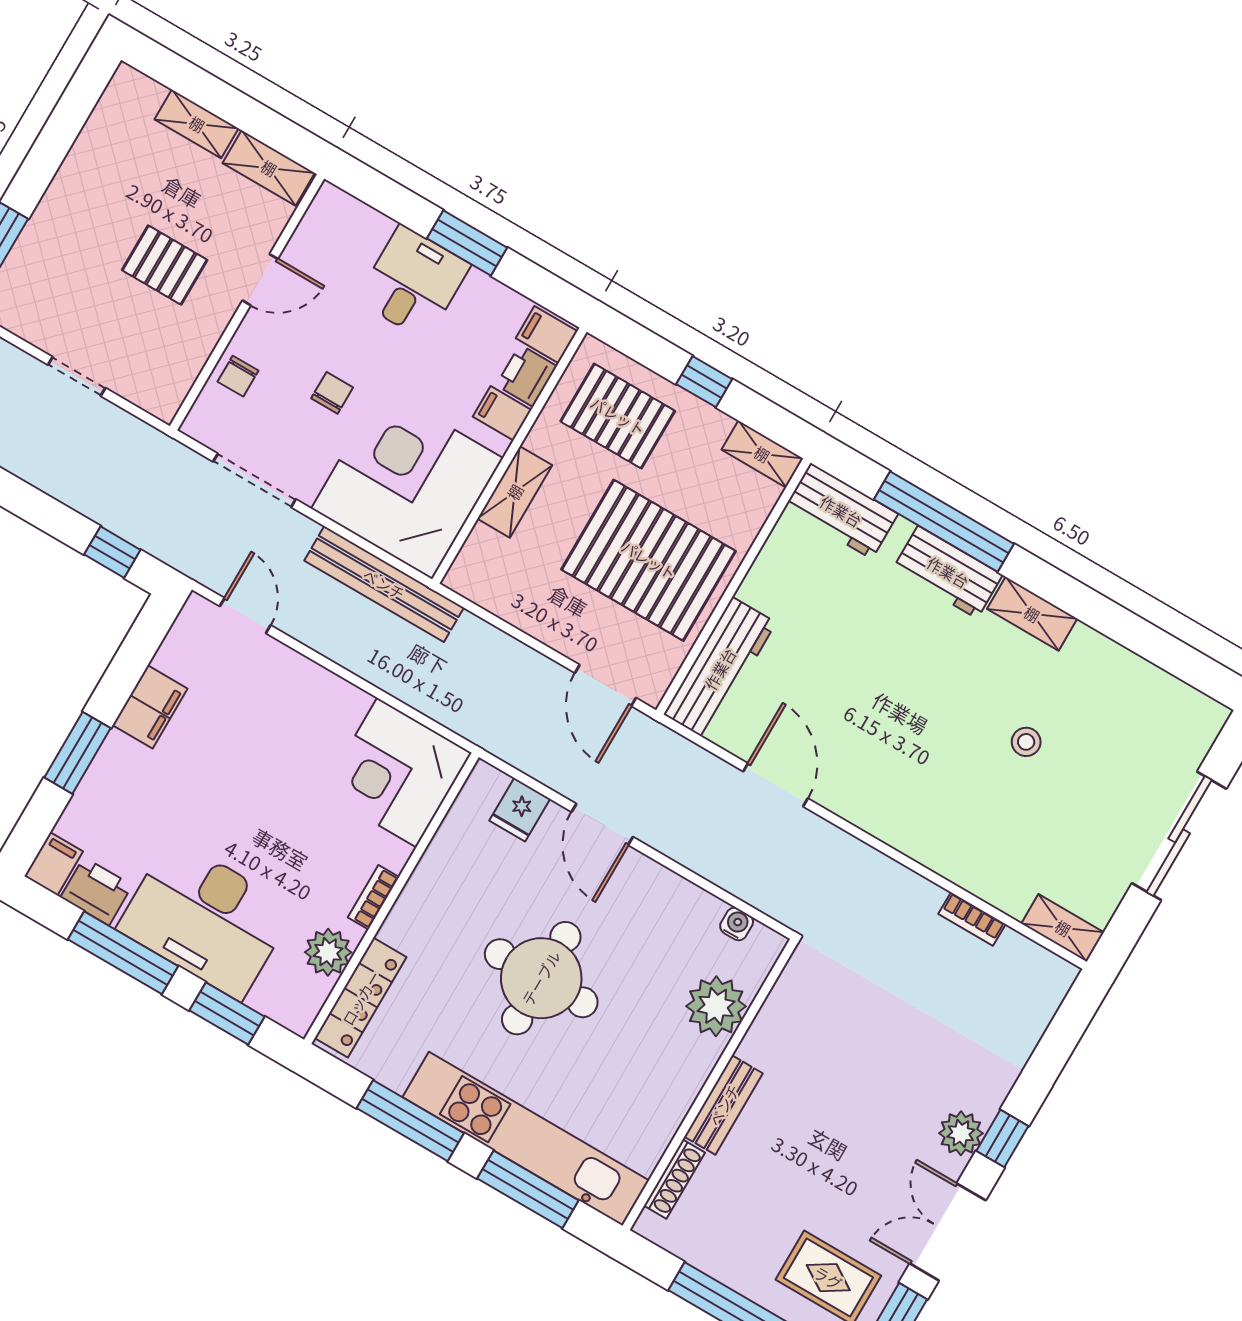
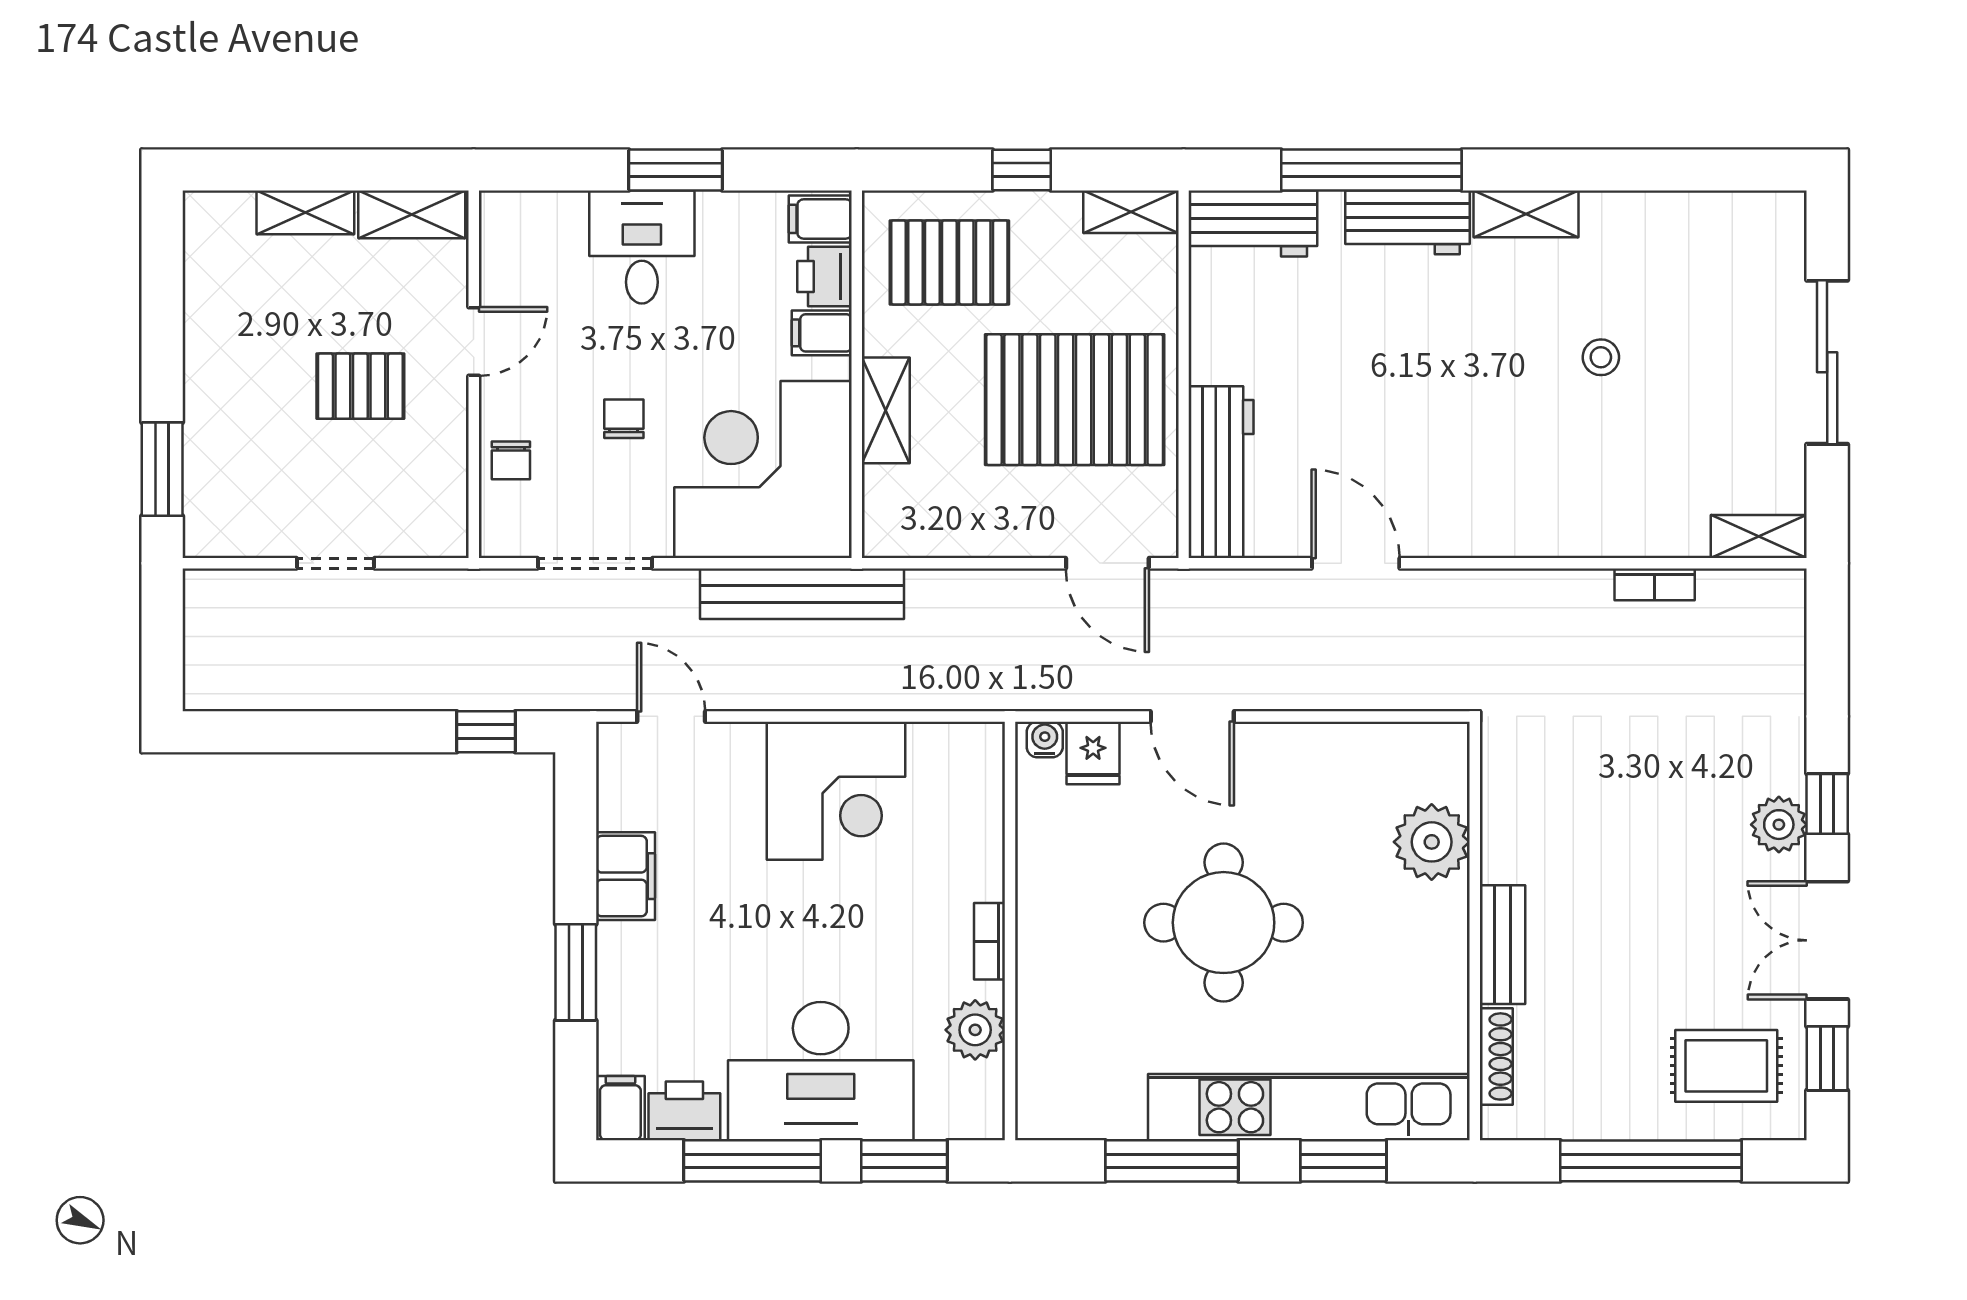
corner desk: (397, 773) -> (836, 791), moved, turned -90
water cooler: (737, 924) -> (1045, 739), moved
locker: (361, 998) -> (1039, 1059), removed
window: (528, 1189) -> (1343, 1161), width x0.69

